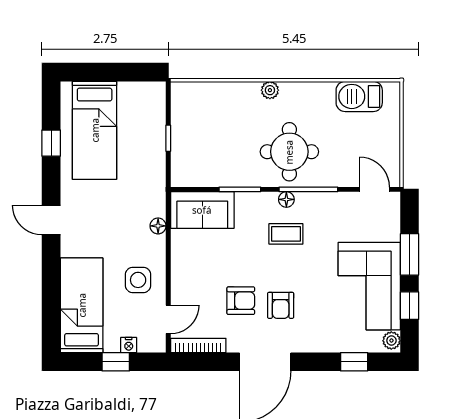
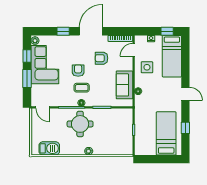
sofa: (202, 210) -> (124, 85), moved, turned -90
armchair: (281, 305) -> (78, 71), moved
window: (116, 362) -> (167, 31), moved
window: (354, 362) -> (63, 31), moved

